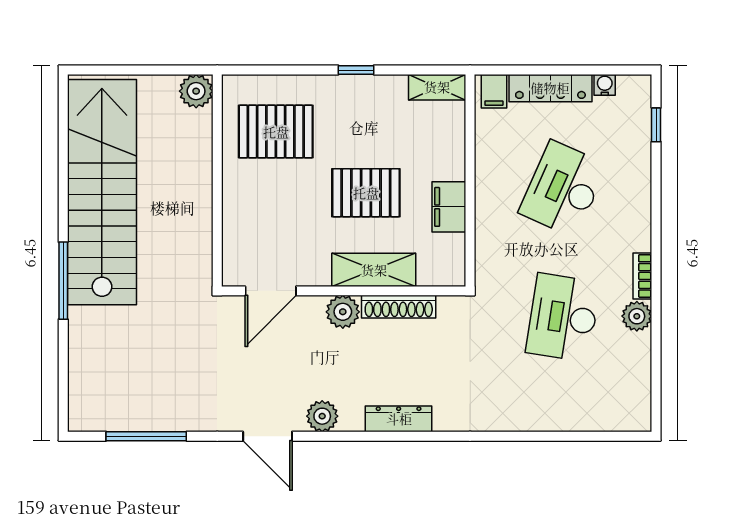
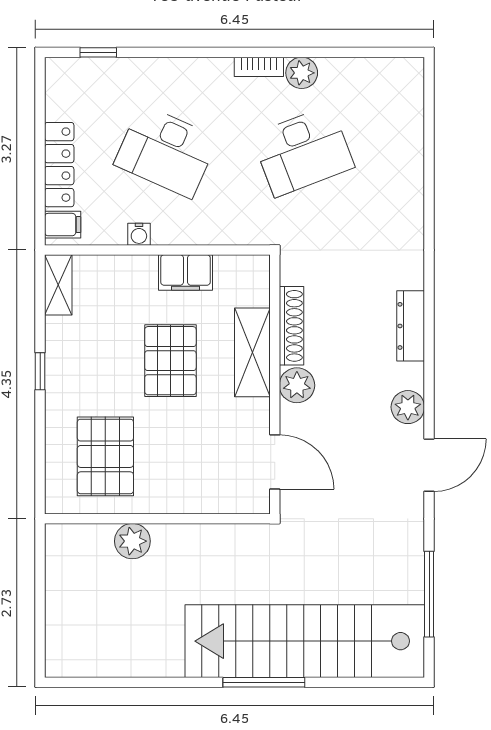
water cooler: (605, 85) -> (139, 234), moved, turned -90
plant: (196, 91) -> (132, 541), moved
stairs: (102, 192) -> (305, 641), moved
desk: (563, 317) -> (303, 151), turned -30

